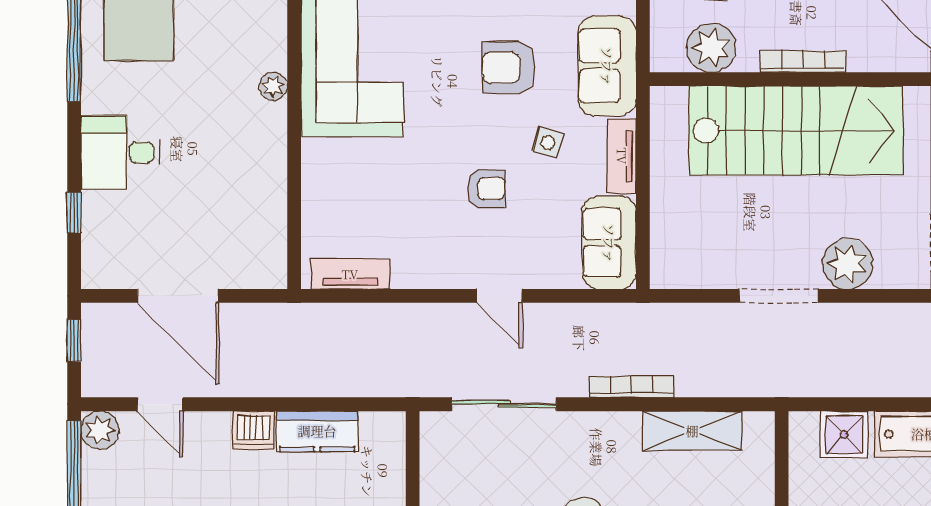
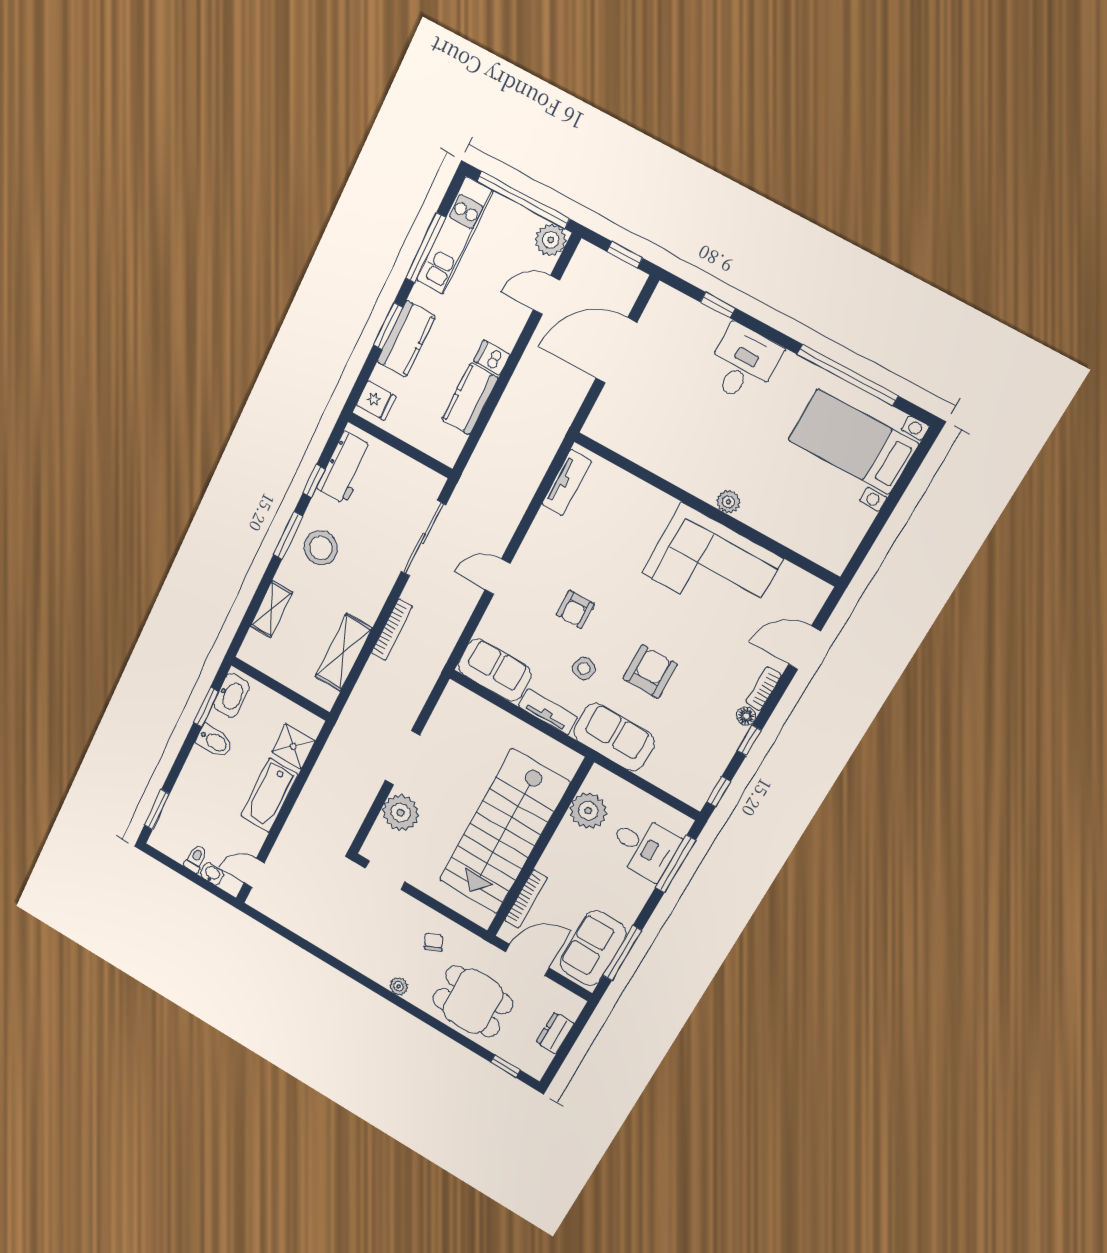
bookcase: (803, 62) -> (526, 899), moved
dishwasher: (253, 430) -> (492, 358), width x0.73

